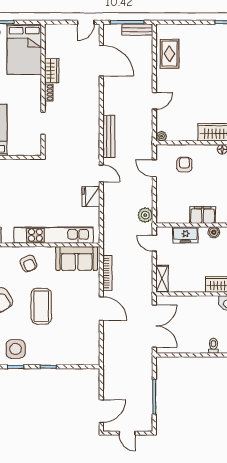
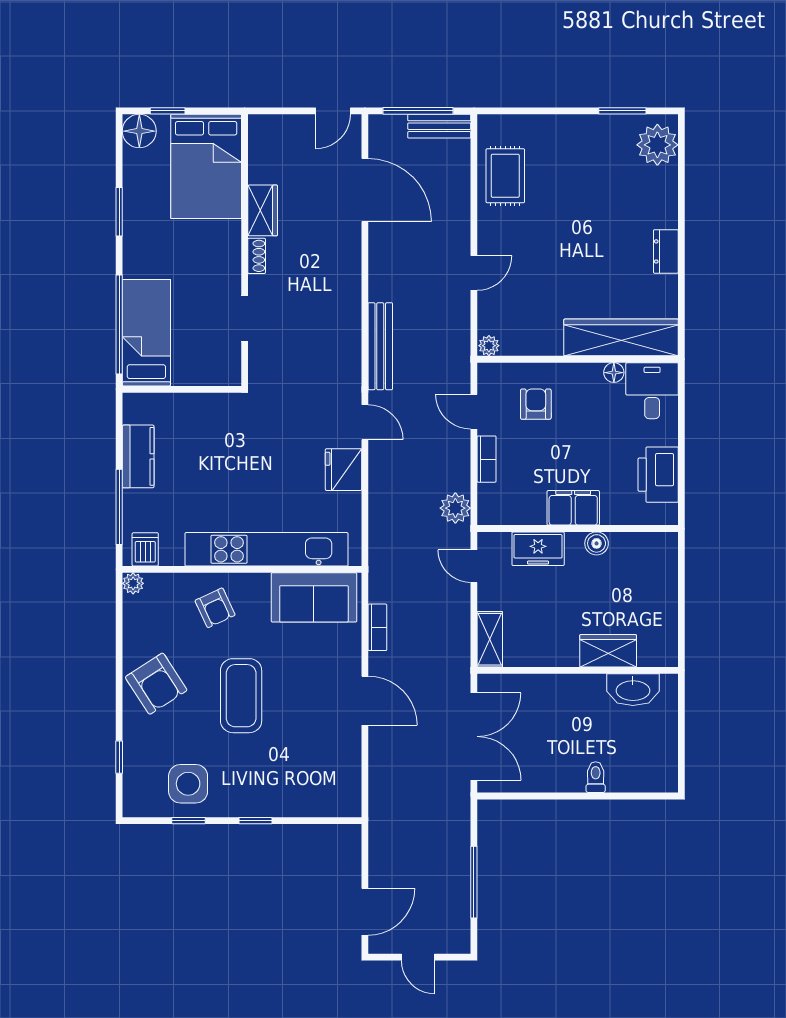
bookcase: (160, 191) -> (487, 459), added
bookcase: (107, 273) -> (377, 627), width x0.64

